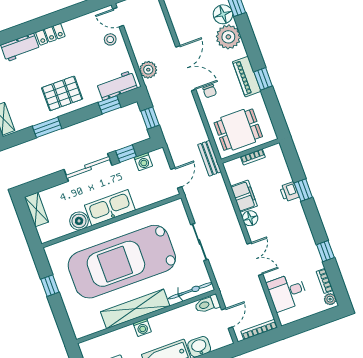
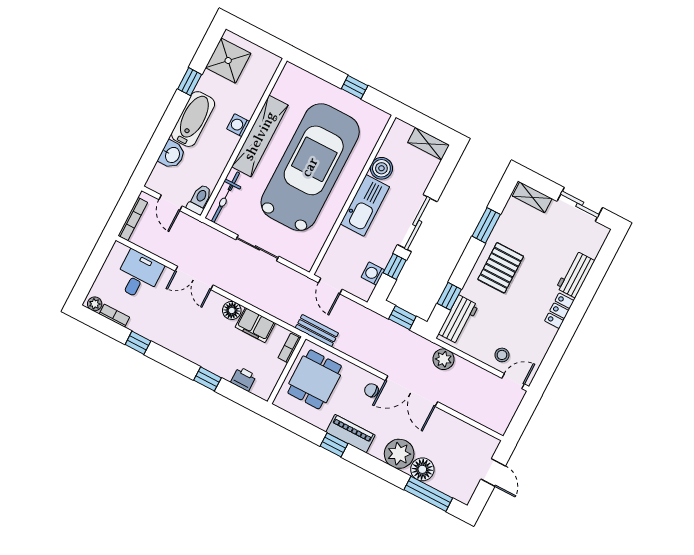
bookcase: (253, 157) -> (289, 348), moved
printer: (289, 192) -> (244, 379), moved

